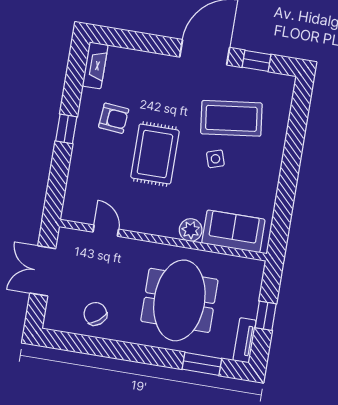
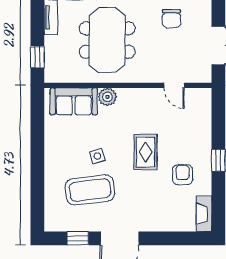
armchair: (114, 118) -> (183, 175), turned 85
rug: (155, 154) -> (145, 152), width x0.73, depth x0.70
chair: (95, 314) -> (171, 19), turned 39
window: (266, 316) -> (37, 57), moved

